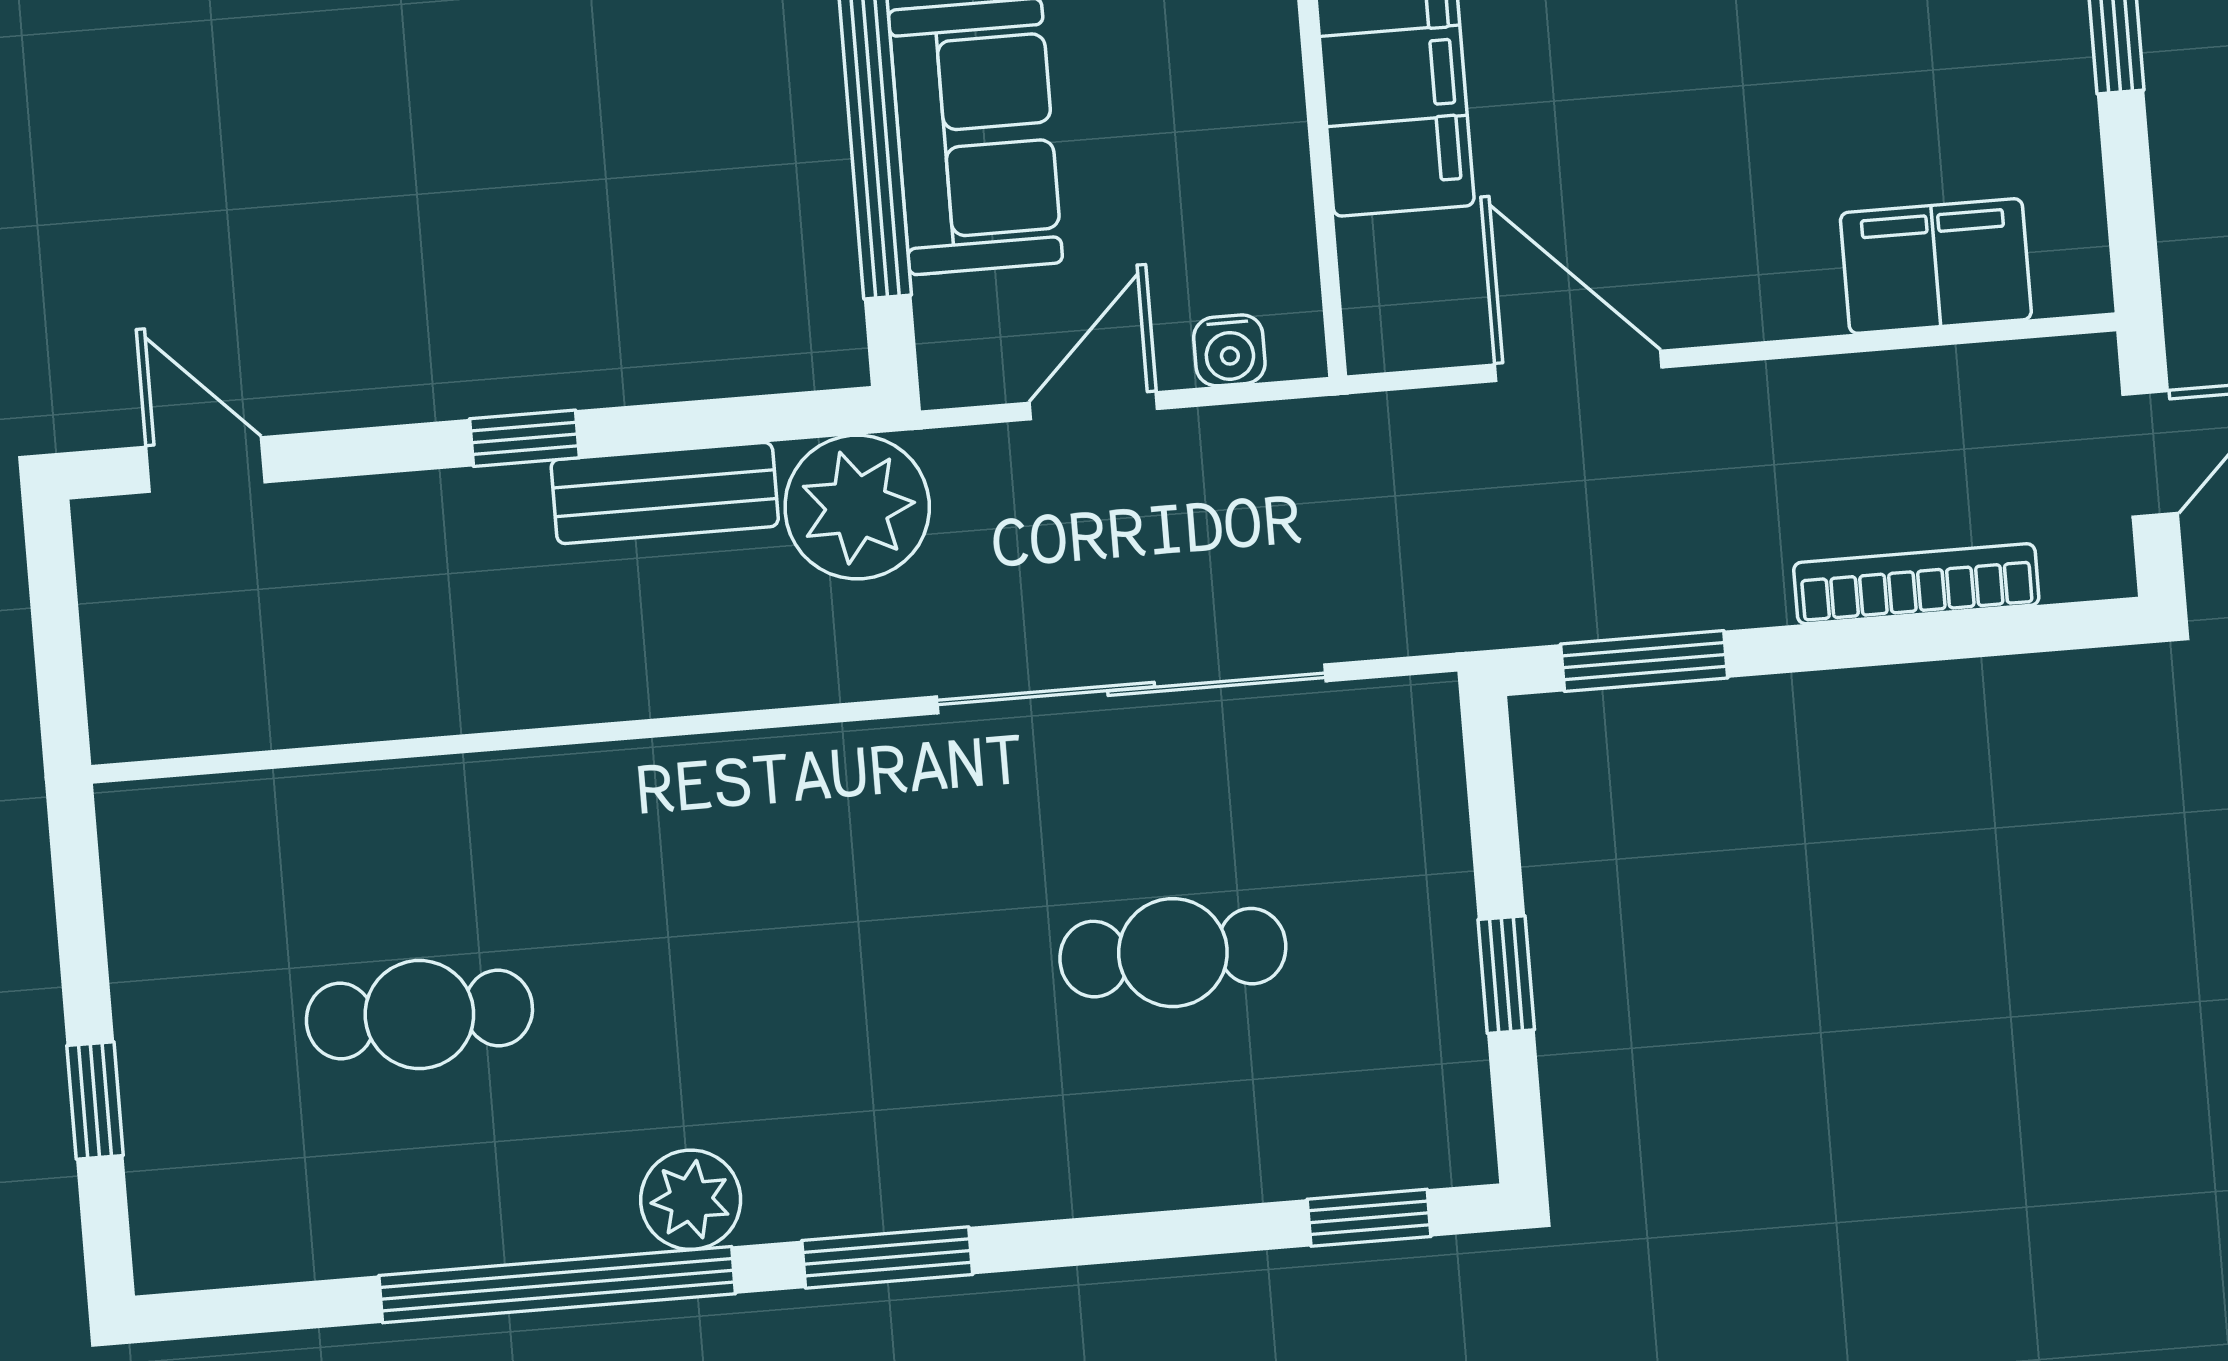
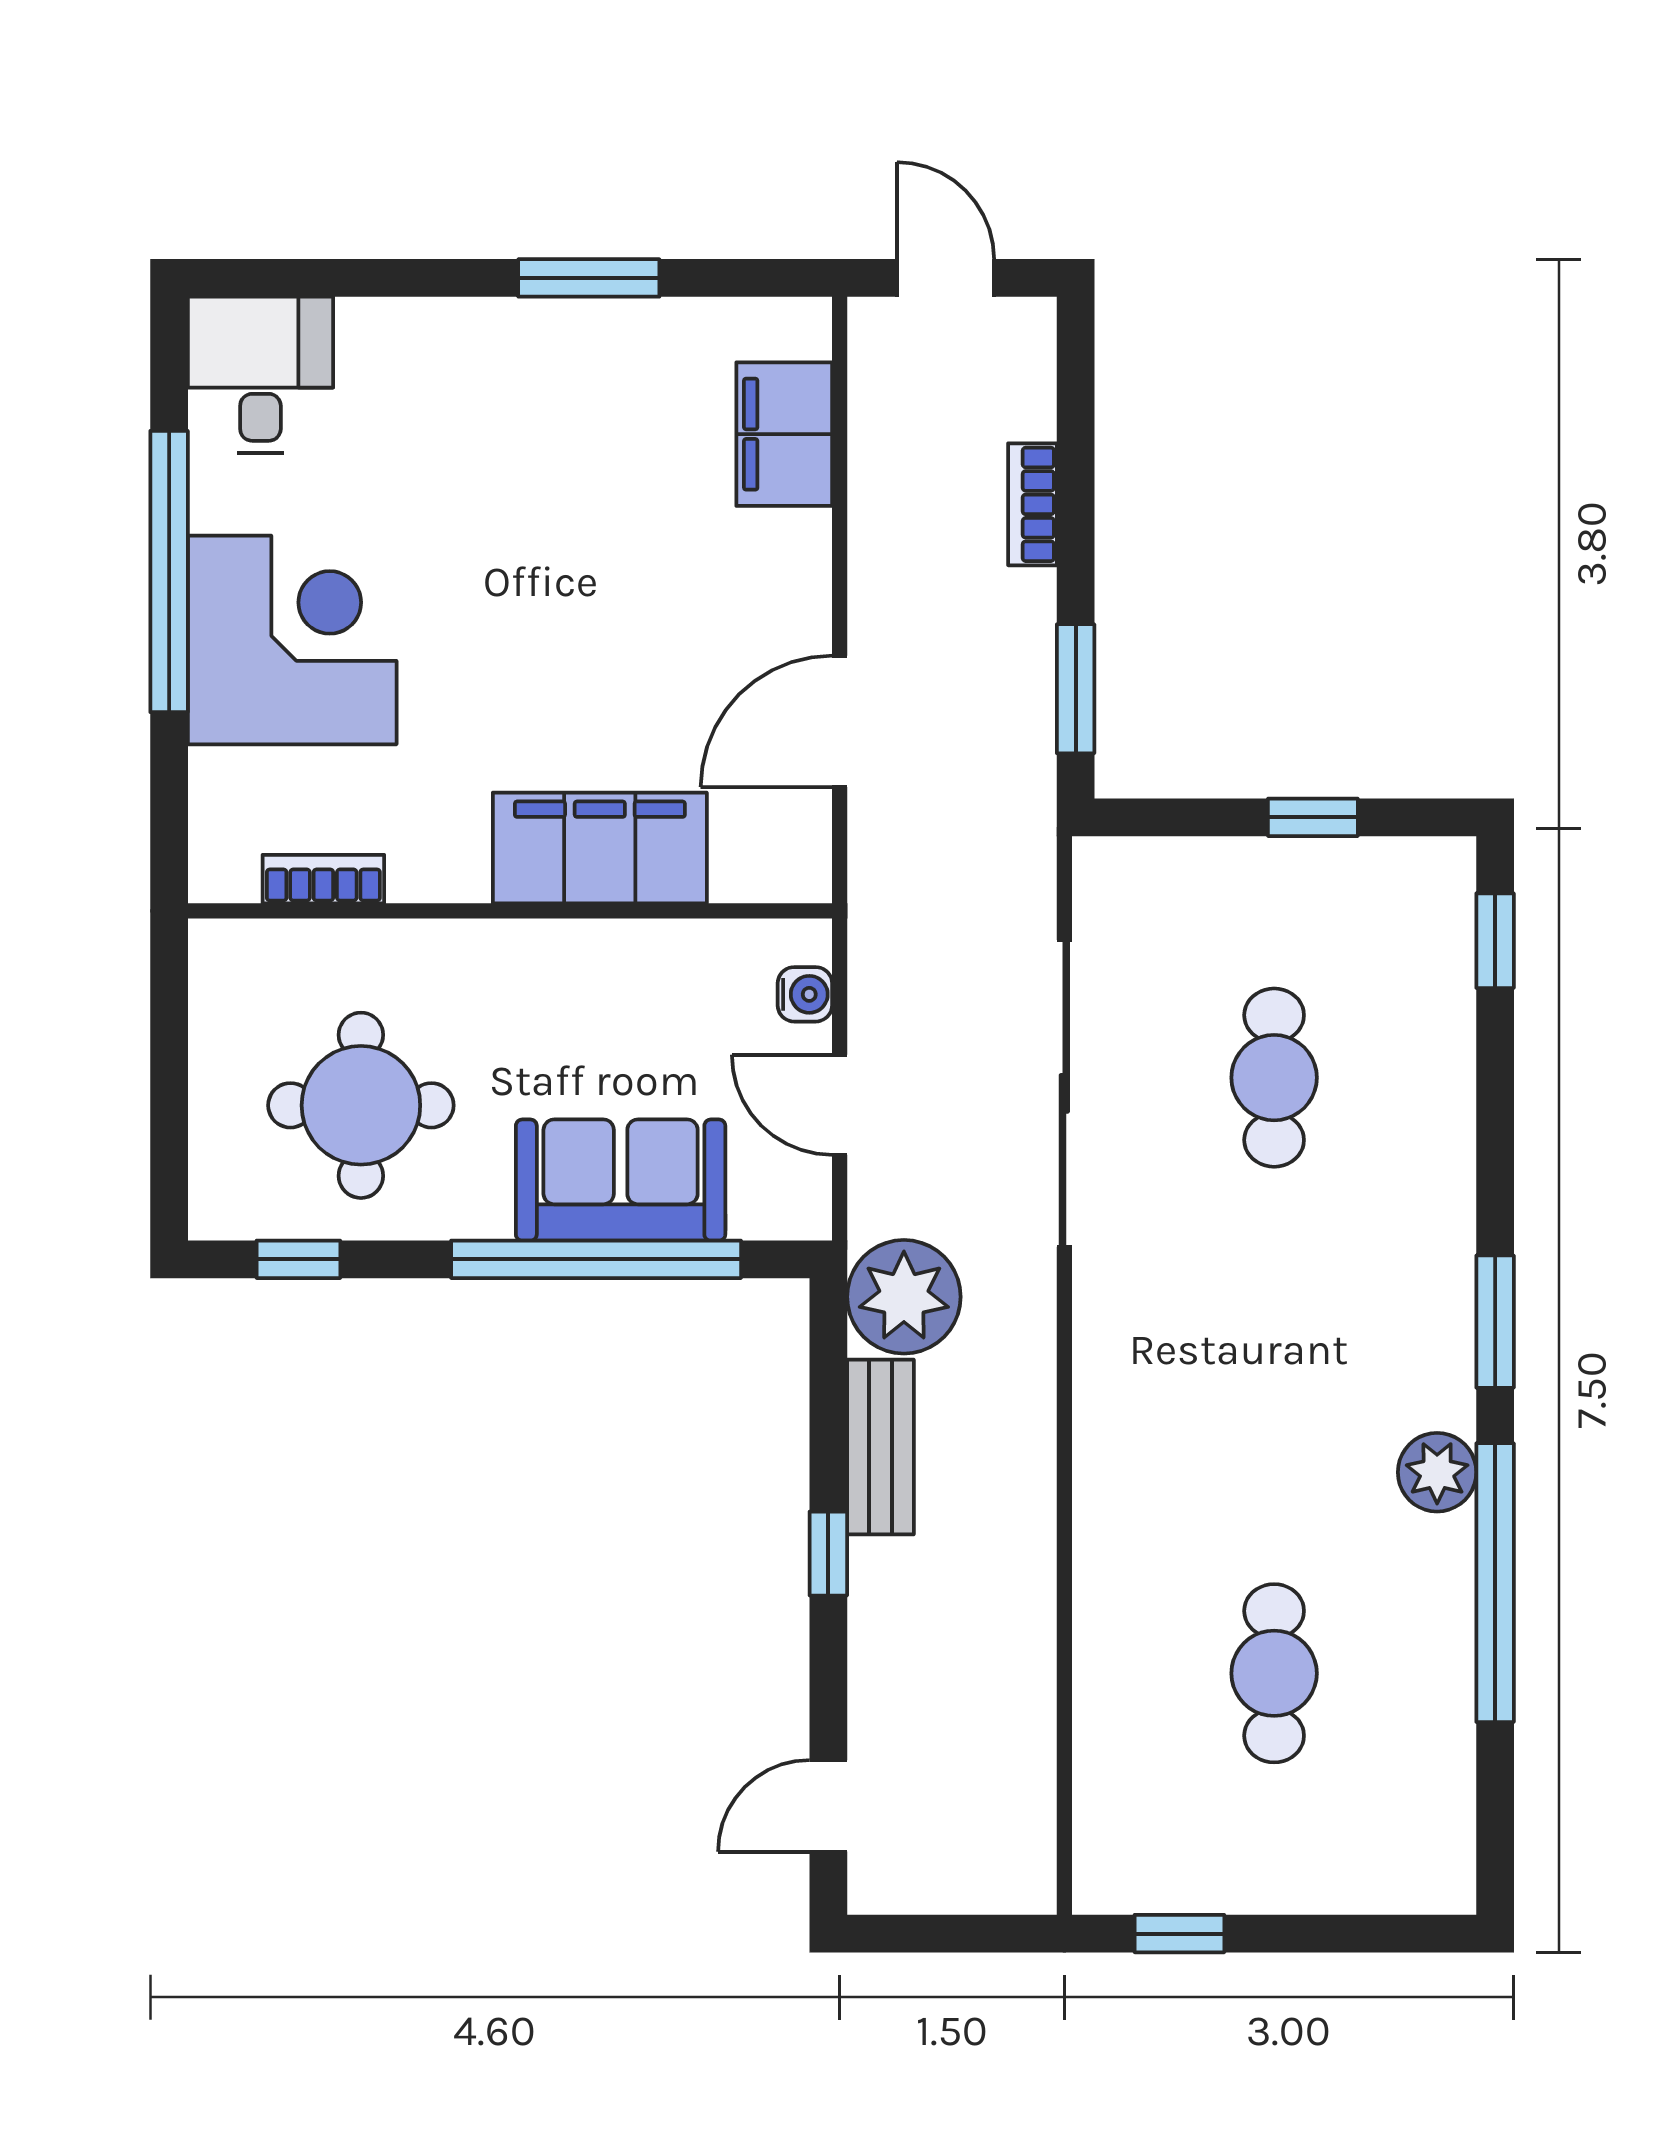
bookcase: (1916, 584) -> (1032, 504), width x0.64
window: (95, 1100) -> (1179, 1934), moved

